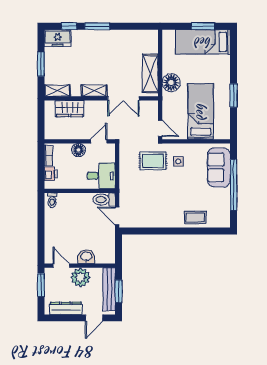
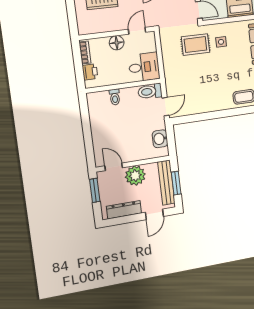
toilet: (52, 200) -> (115, 97), moved
door: (117, 216) -> (166, 107), swing flipped
washbasin: (86, 257) -> (160, 139), moved, turned -90

